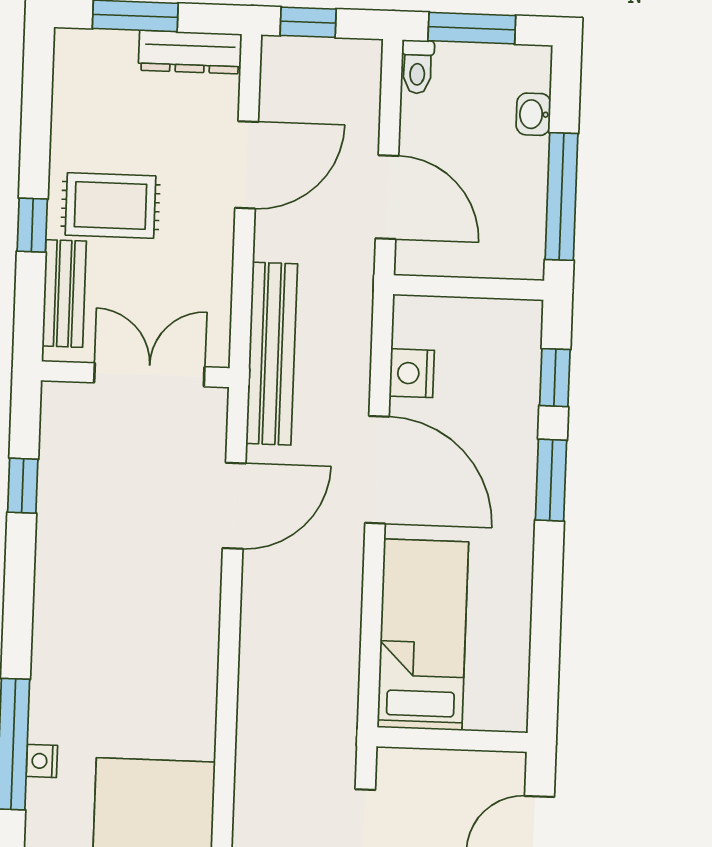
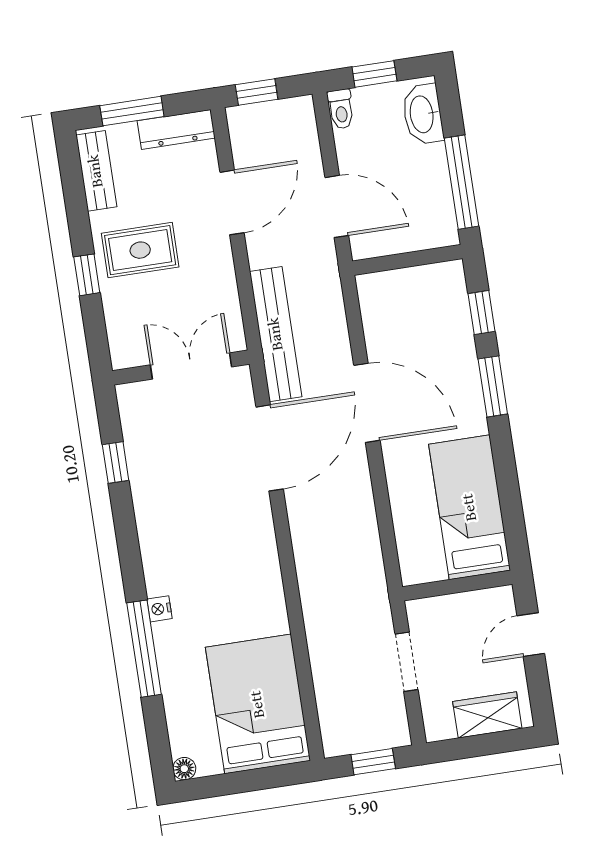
window: (472, 28) -> (374, 74), width x0.67
washbasin: (533, 114) -> (423, 114), width x1.91, depth x1.45
bench: (64, 294) -> (96, 171), moved
nightstand: (412, 373) -> (379, 329), removed
door: (234, 506) -> (270, 448), width x1.36
bed: (423, 635) -> (470, 507), moved
nightstand: (42, 761) -> (160, 609), moved

